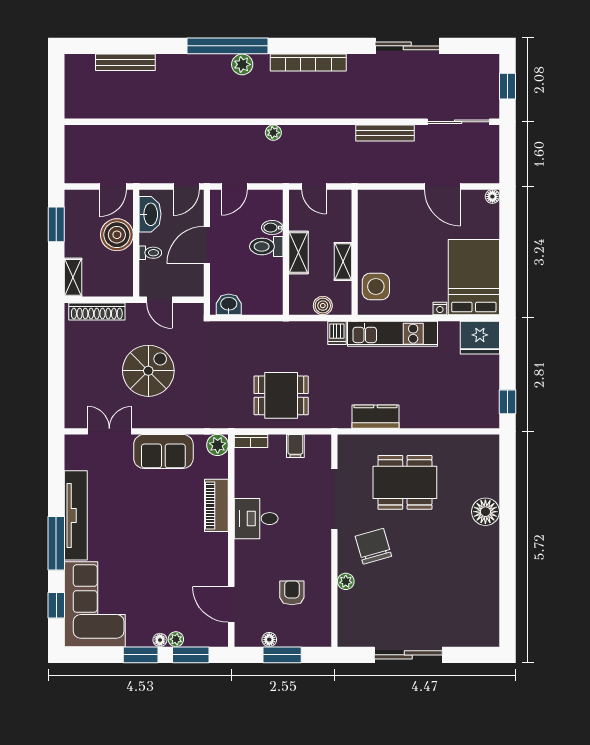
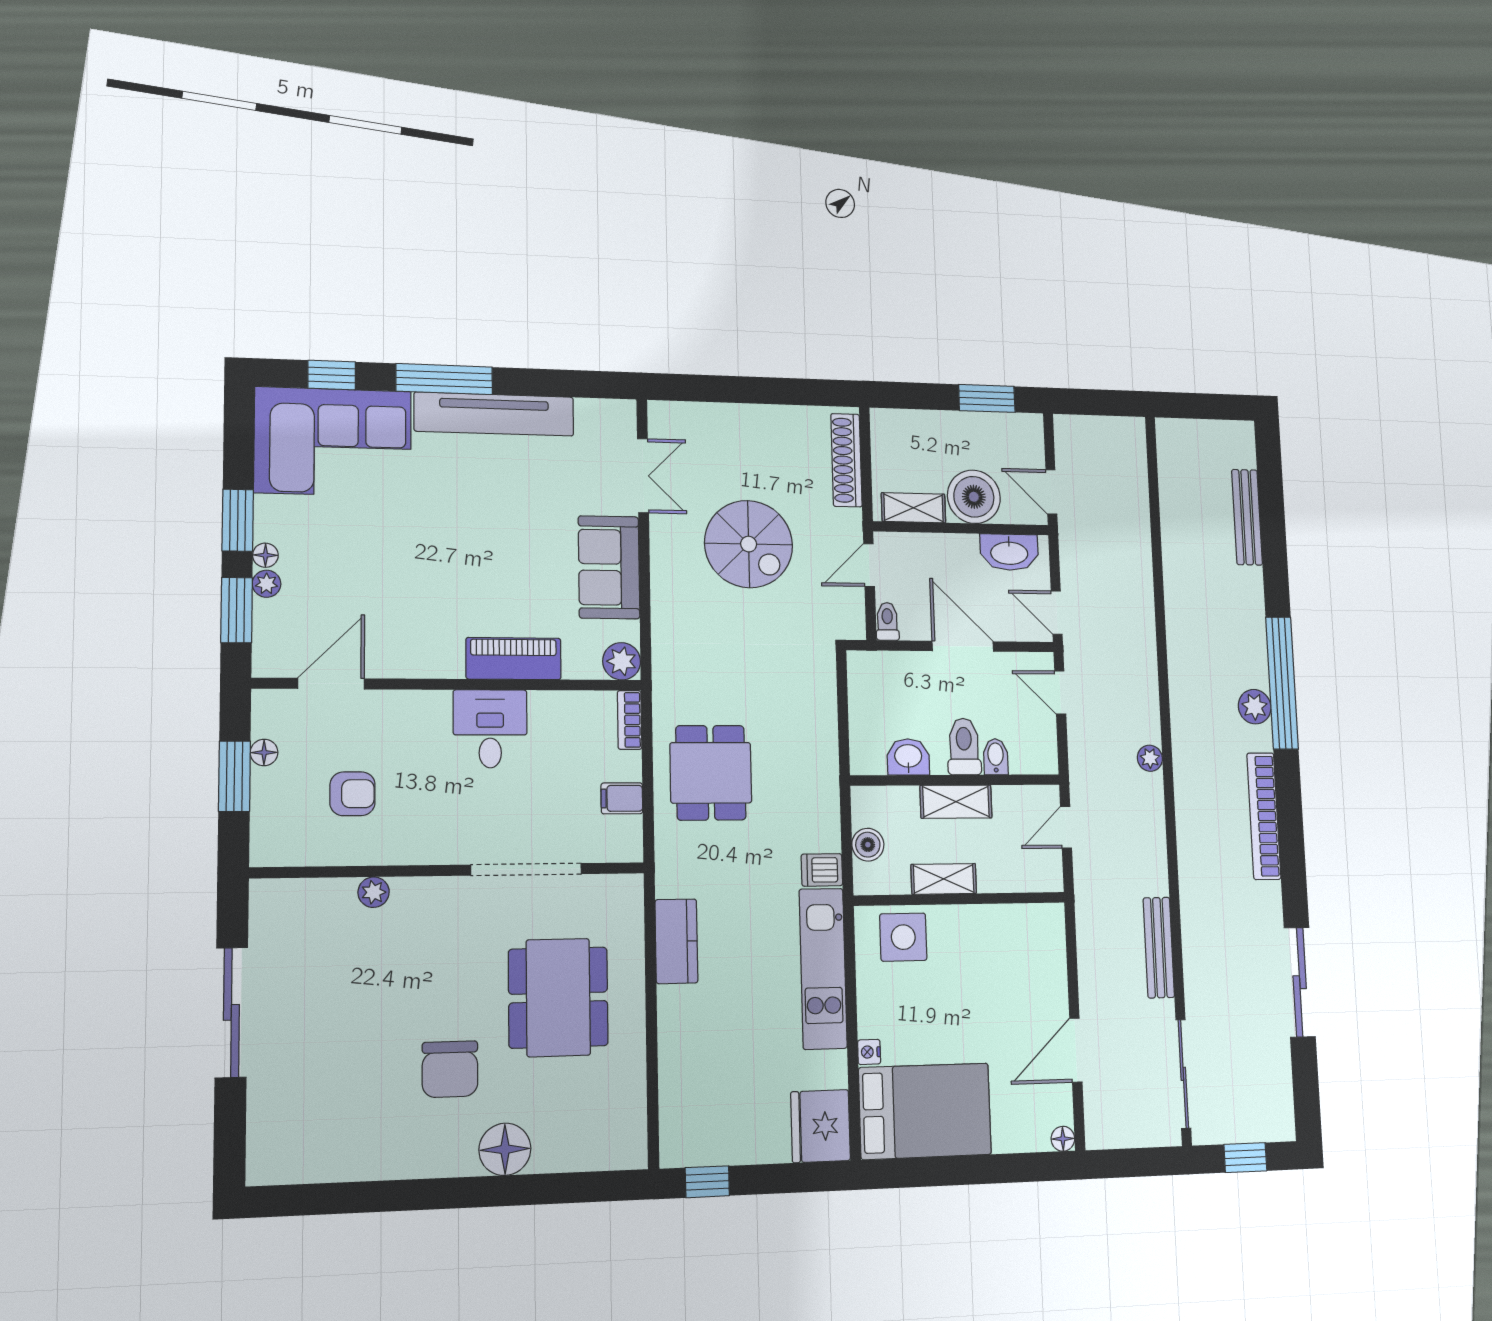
toilet: (150, 253) -> (887, 621), moved, turned 180
shelving: (73, 277) -> (914, 508), moved
washbasin: (229, 304) -> (908, 757), moved, turned -90
chair: (373, 546) -> (450, 1069), moved, turned 106

